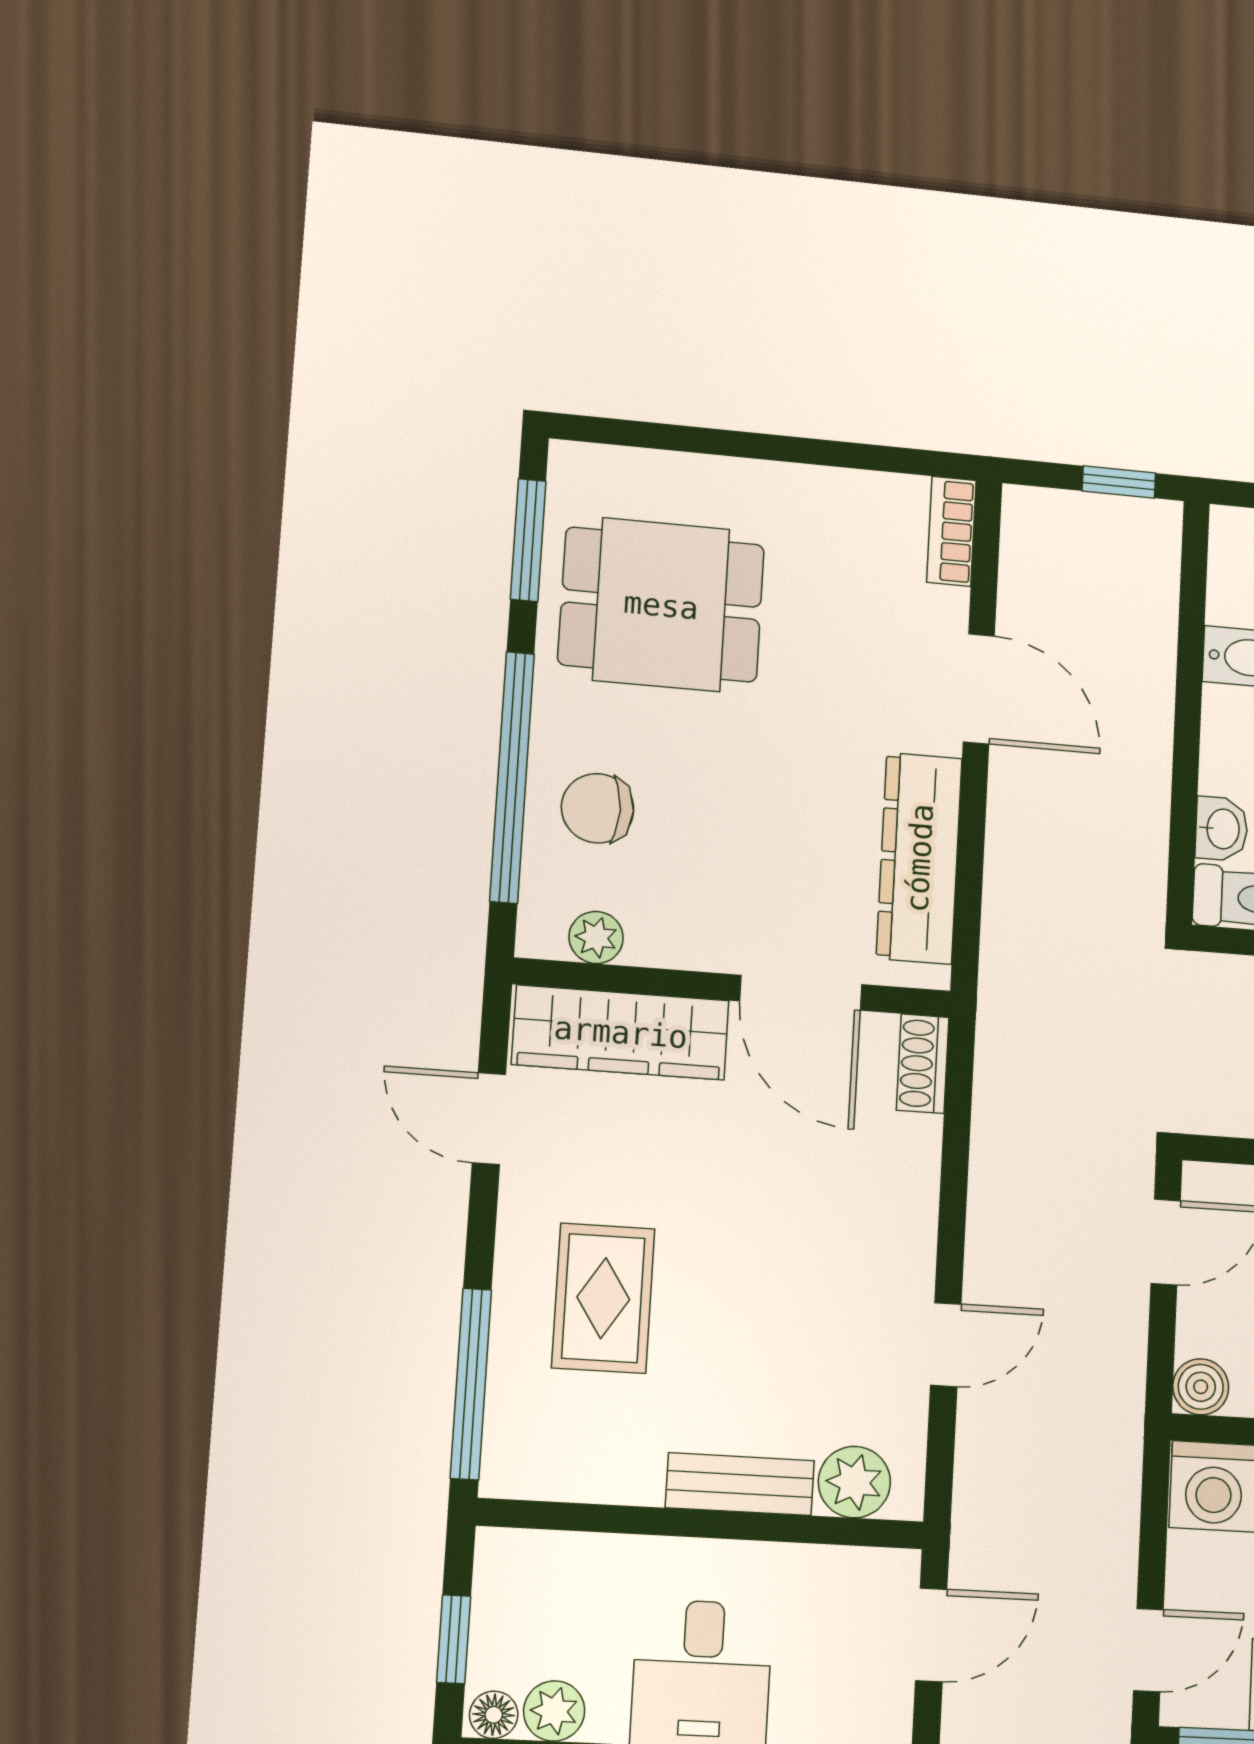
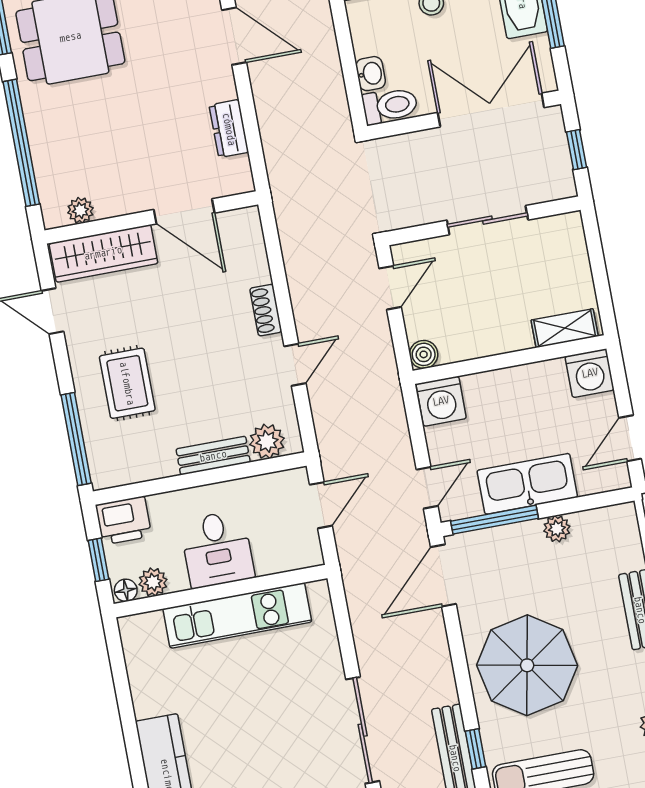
chair: (598, 808) -> (65, 147), removed
dresser: (919, 858) -> (229, 129), width x0.51, depth x0.80
shoe rack: (923, 1064) -> (266, 310), moved
printer: (525, 1571) -> (124, 521), added

